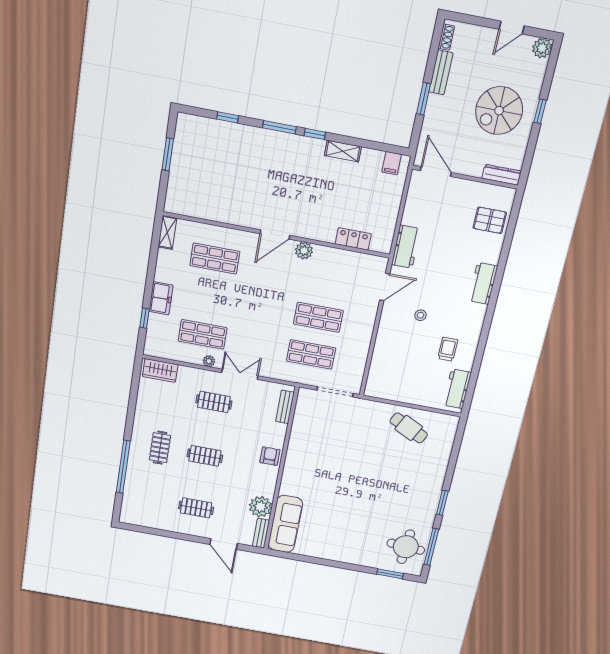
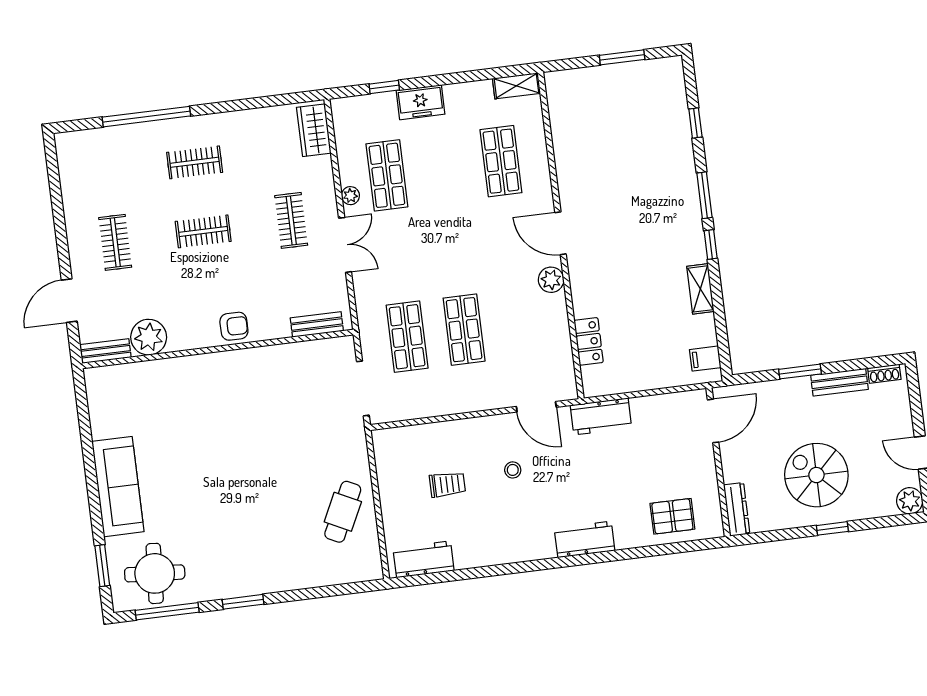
pallet: (490, 220) -> (672, 516), turned 90
trolley: (448, 349) -> (447, 484), moved
clothes rail: (205, 456) -> (203, 231), turned 90
sofa: (285, 524) -> (118, 487), moved, turned -90

